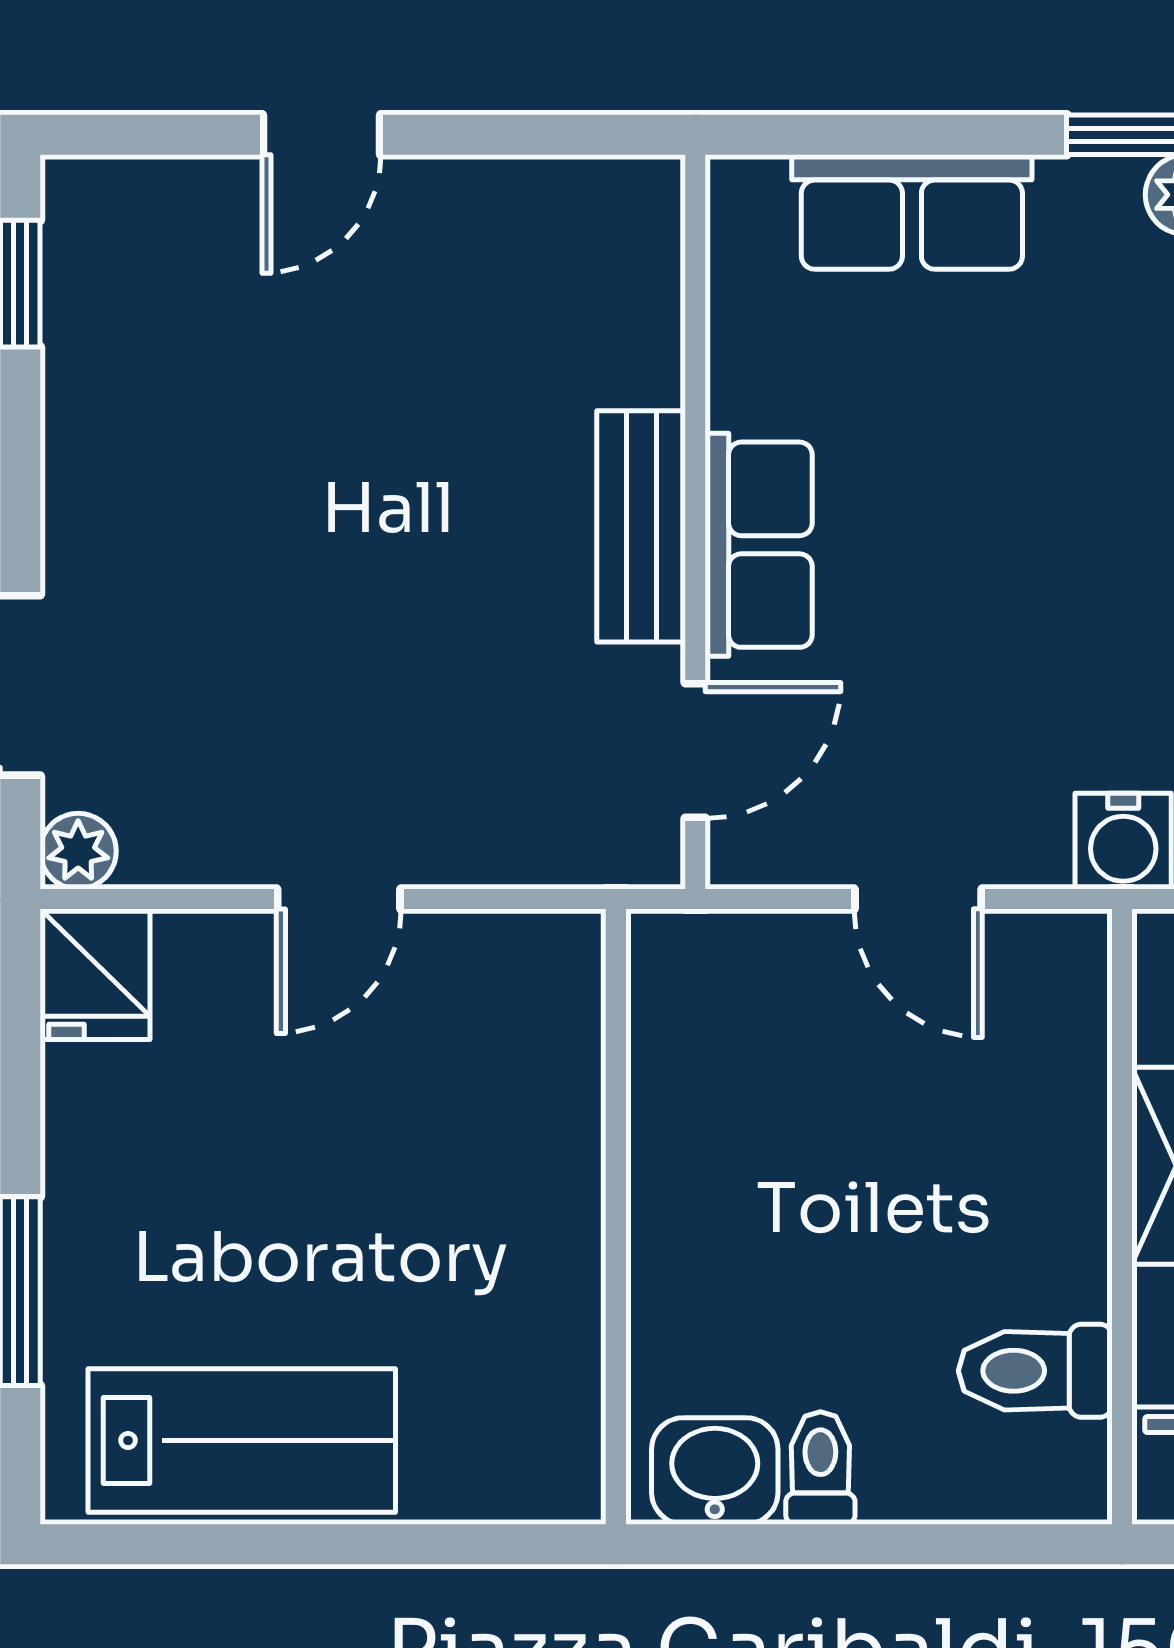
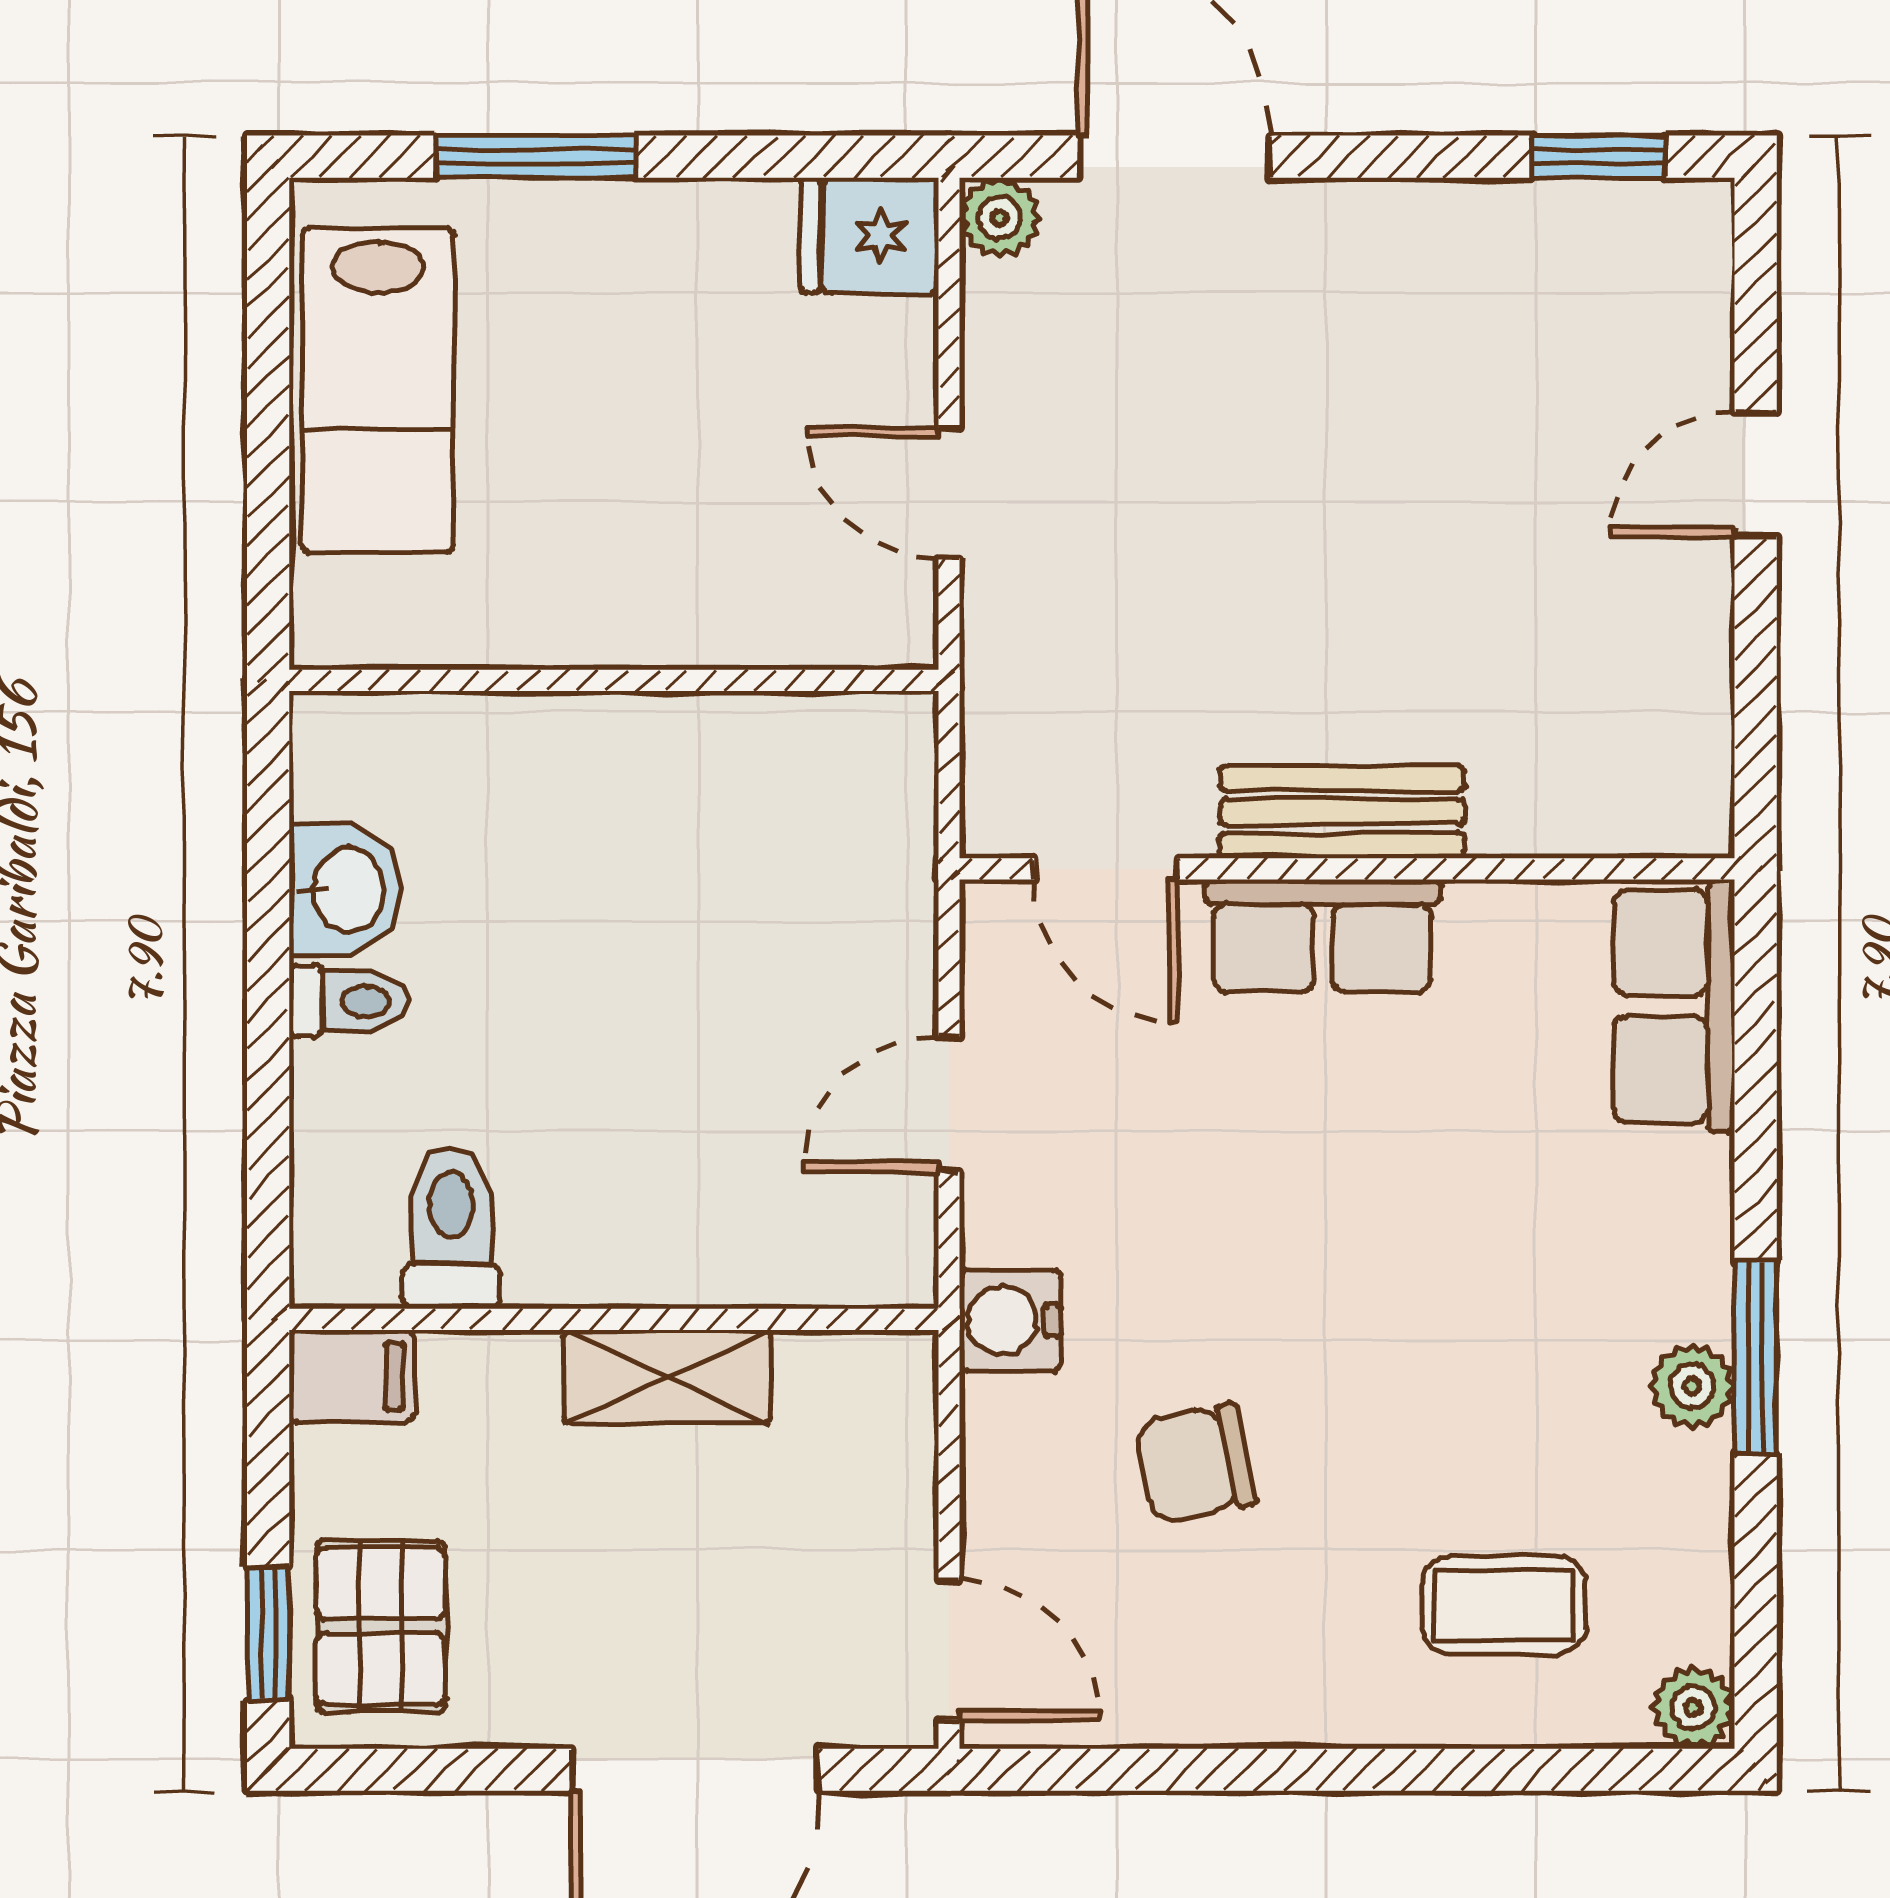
door: (321, 135) -> (1756, 474), hinge flipped
row of seats: (912, 212) -> (1674, 1006), moved
wall: (616, 1217) -> (614, 680), moved

